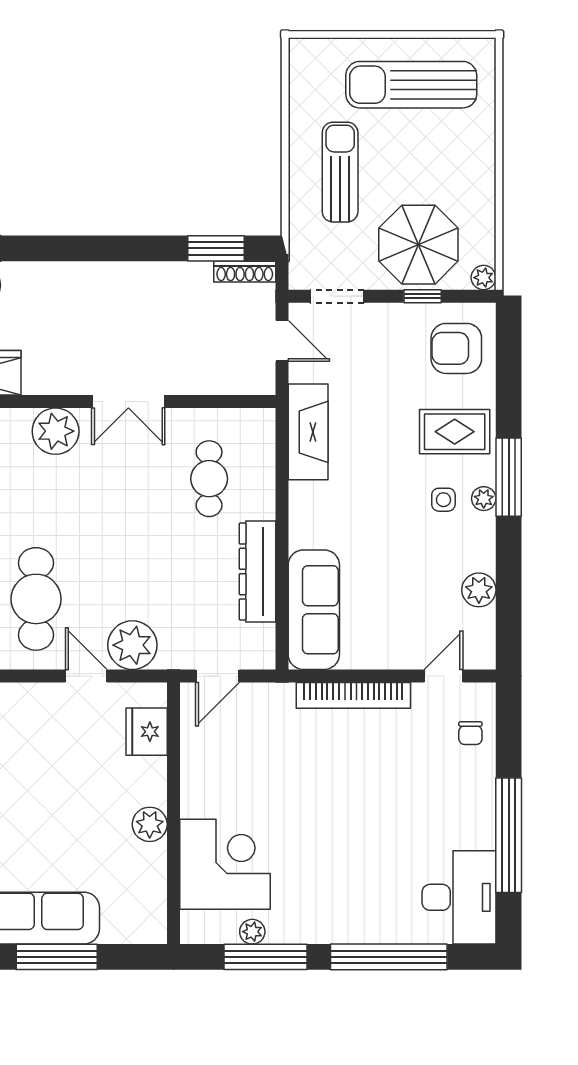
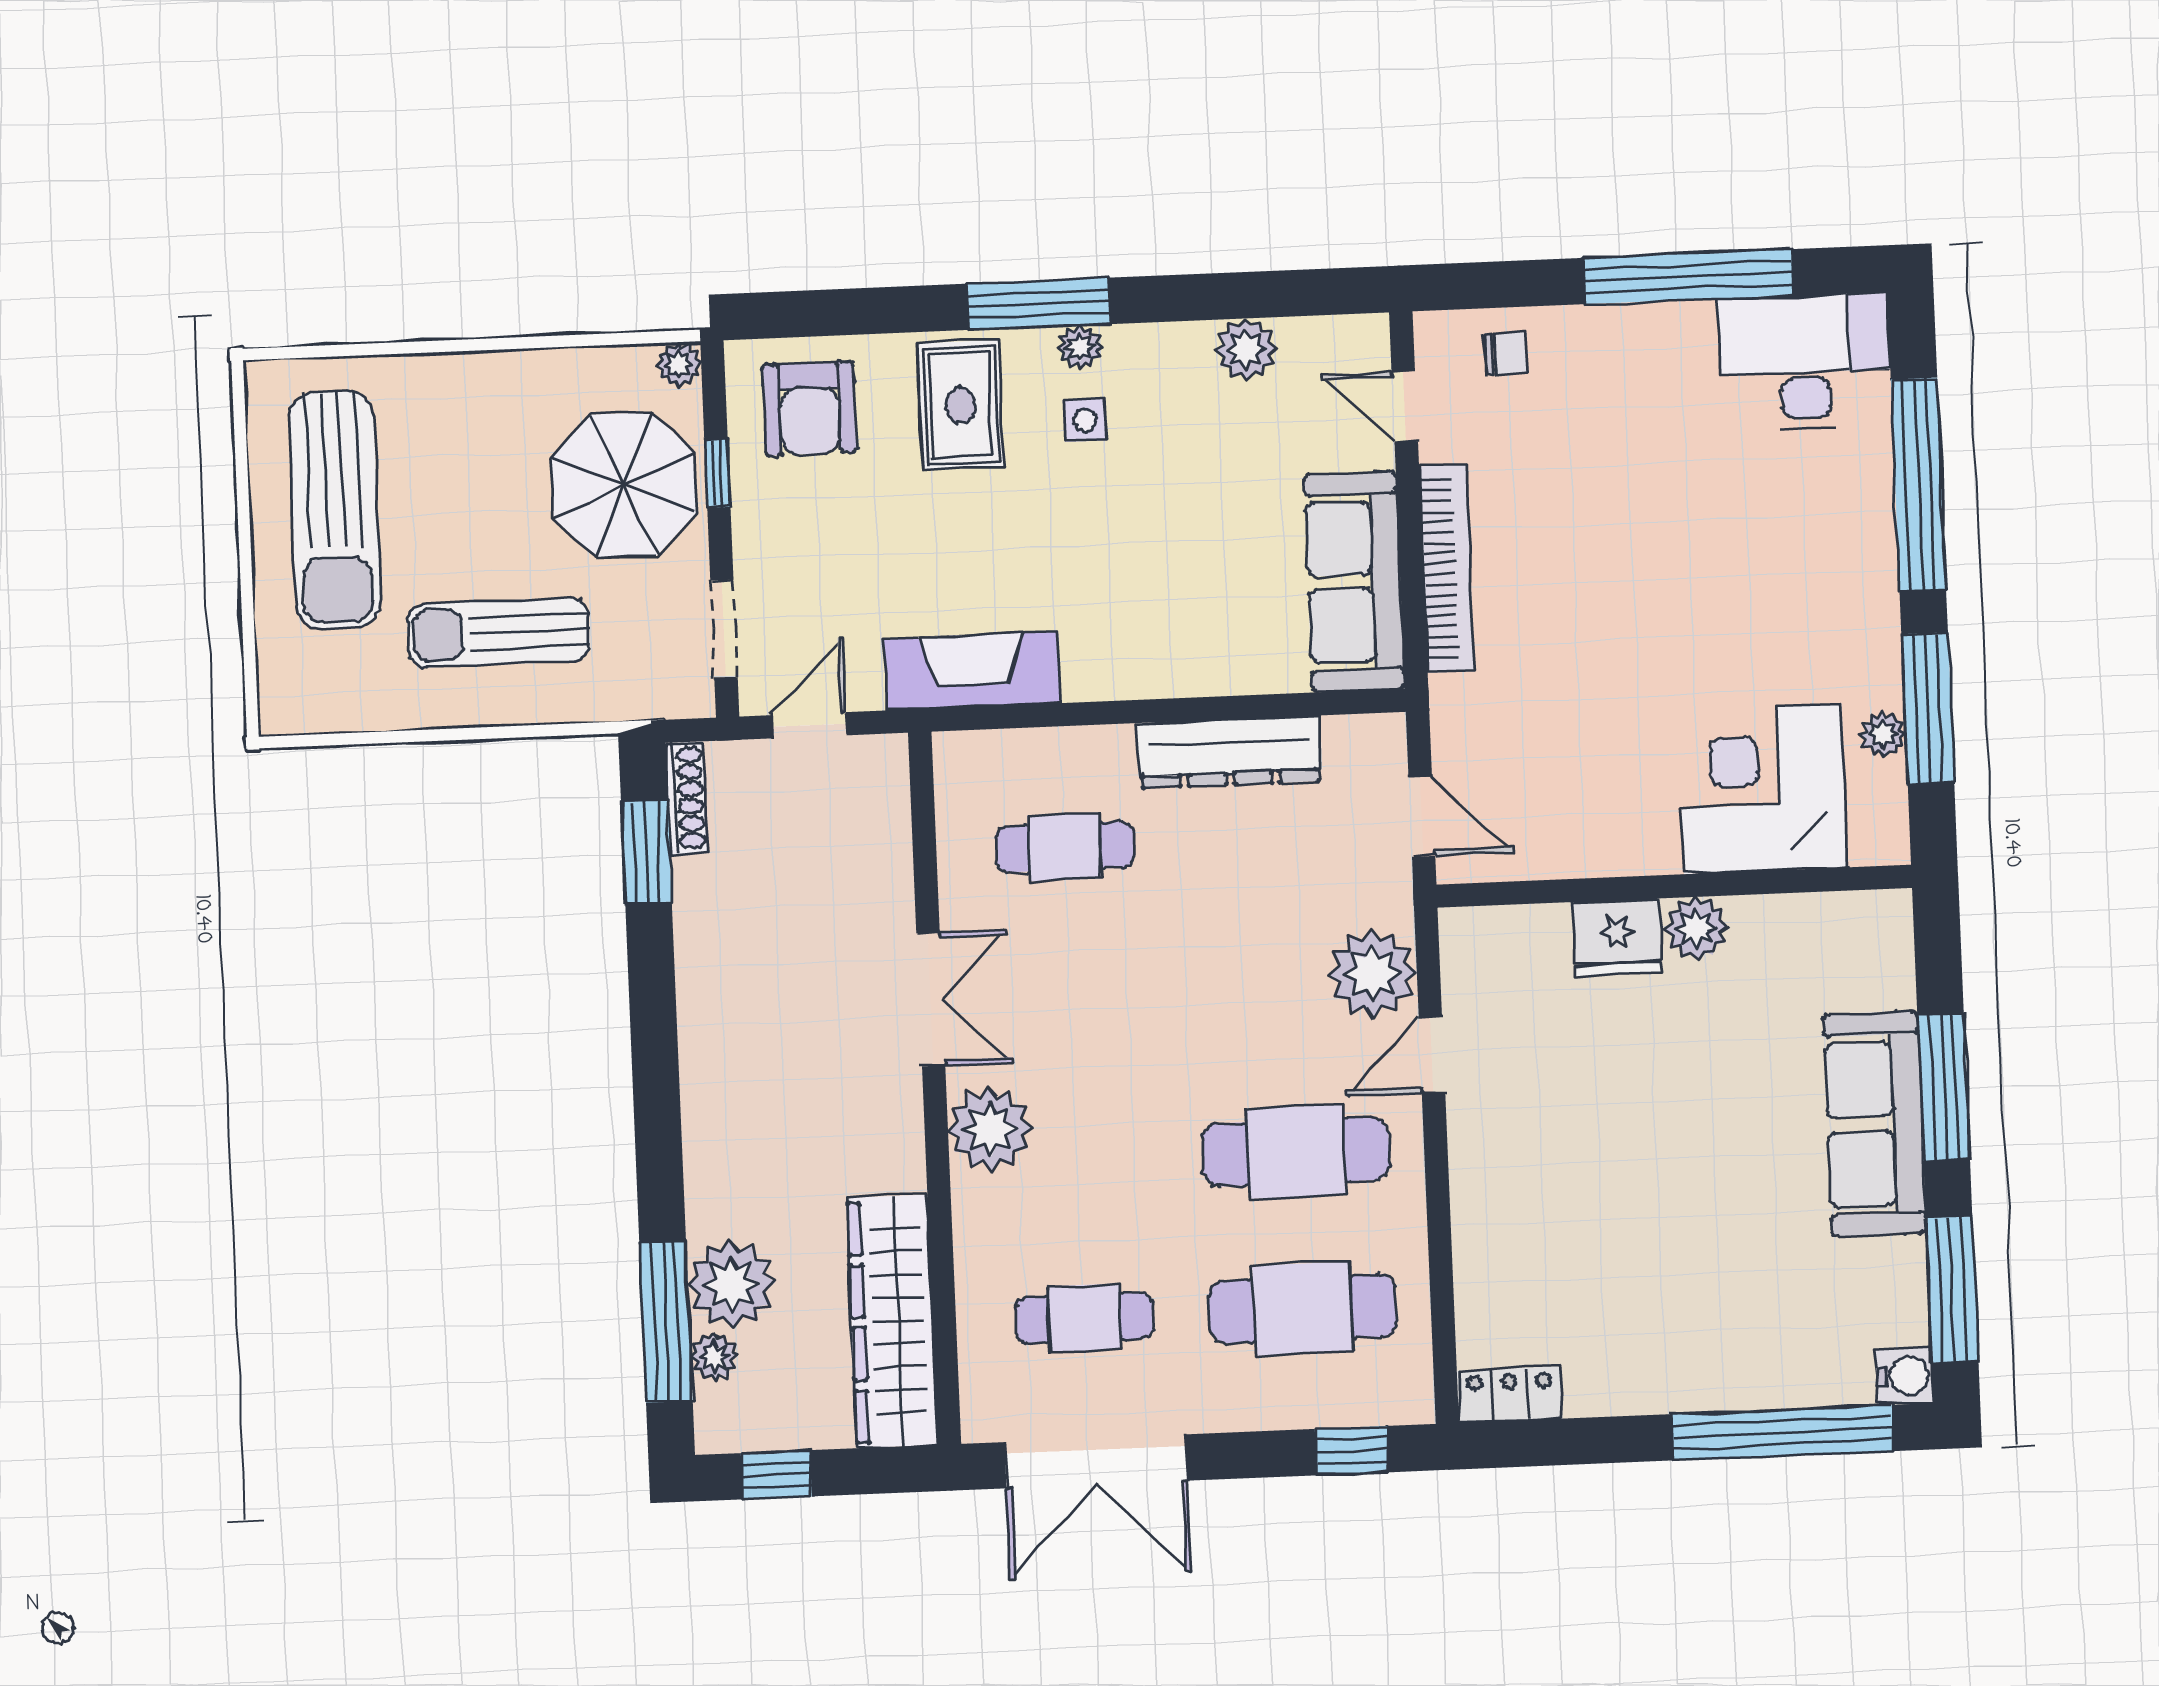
sofa: (314, 610) -> (1354, 582), moved, turned -90
fridge: (147, 732) -> (1617, 937), moved

